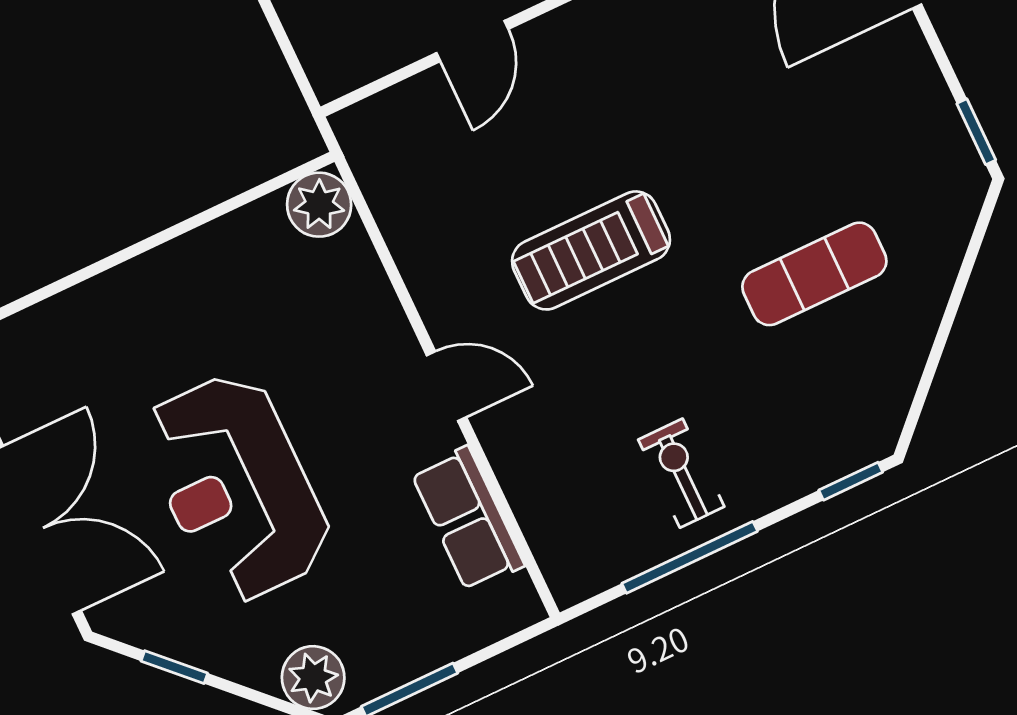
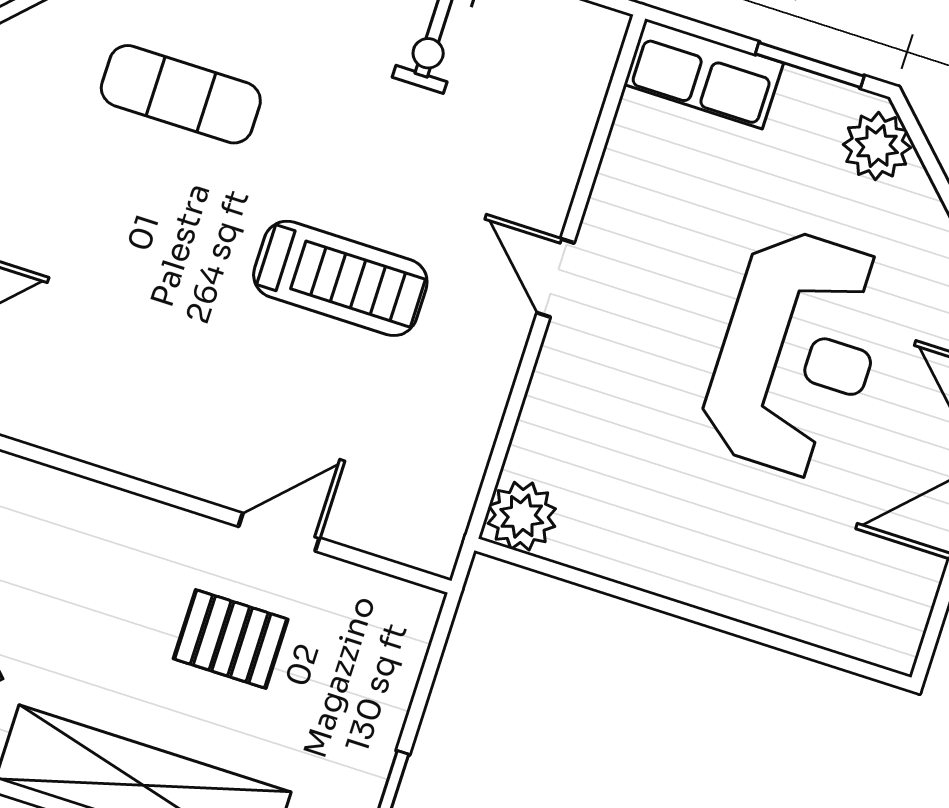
row of seats: (468, 519) -> (704, 74), moved, turned 90

